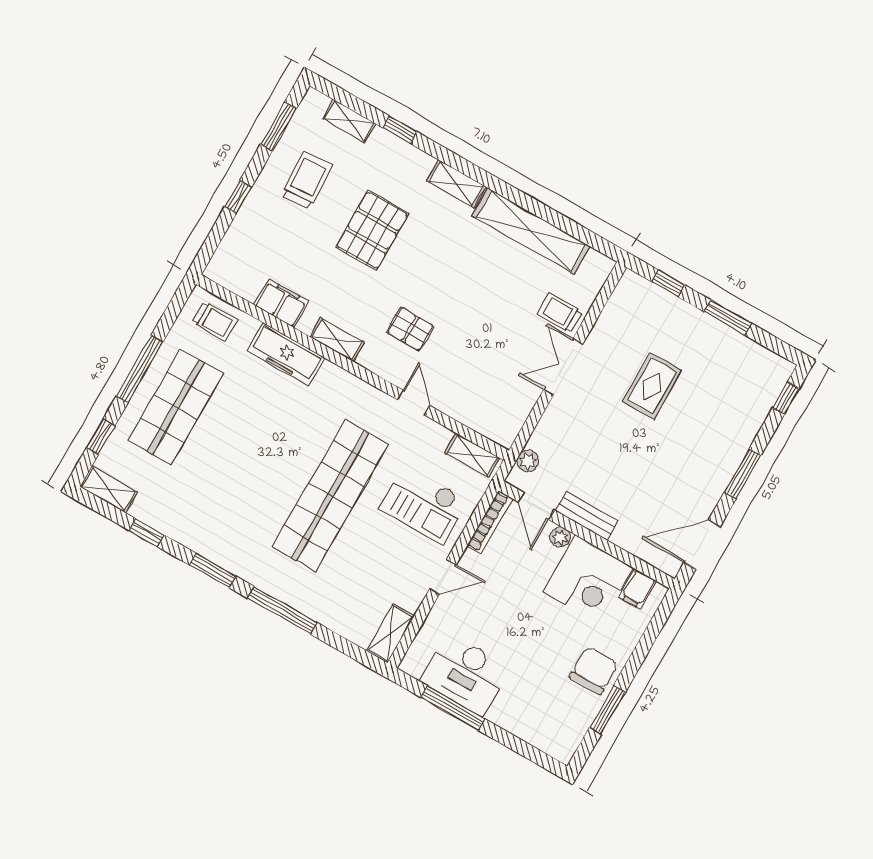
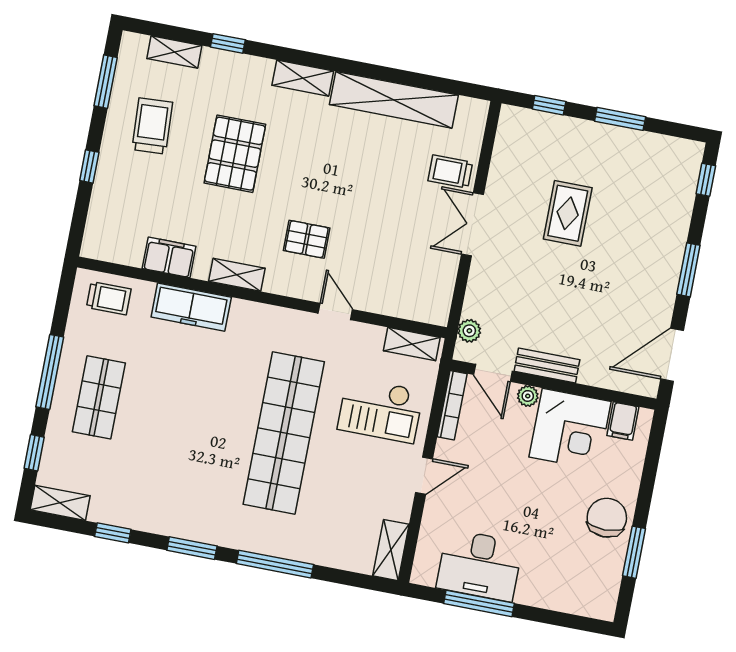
shop shelf: (176, 407) -> (99, 397), width x0.70, depth x0.74

